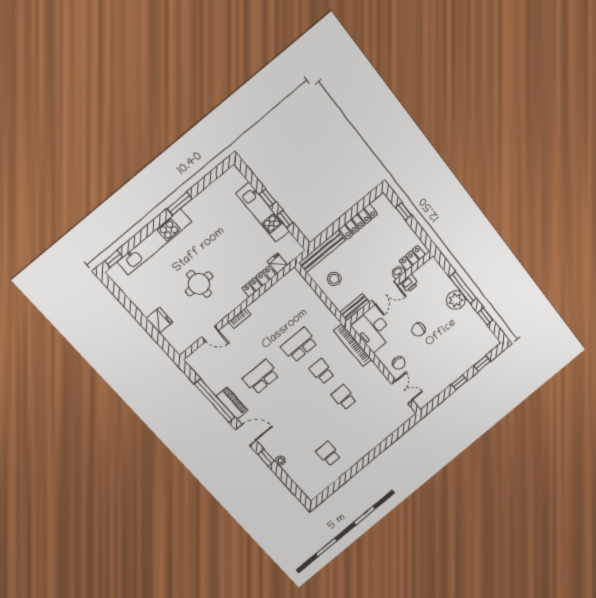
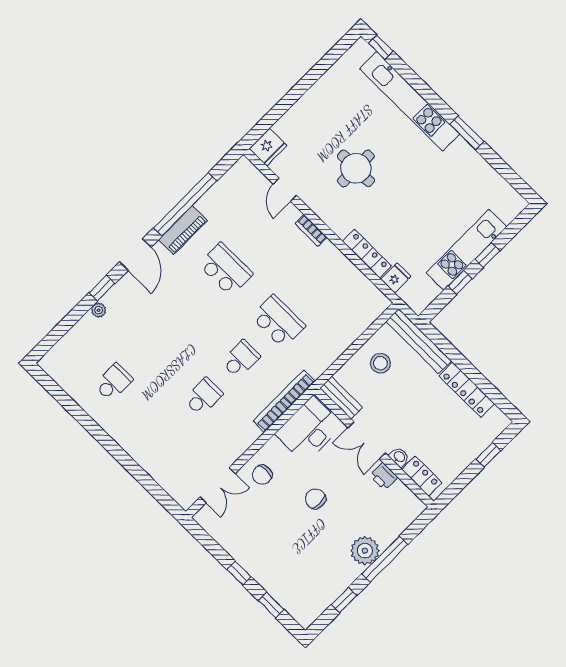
fridge: (160, 320) -> (268, 147), moved

